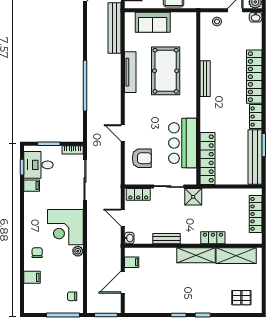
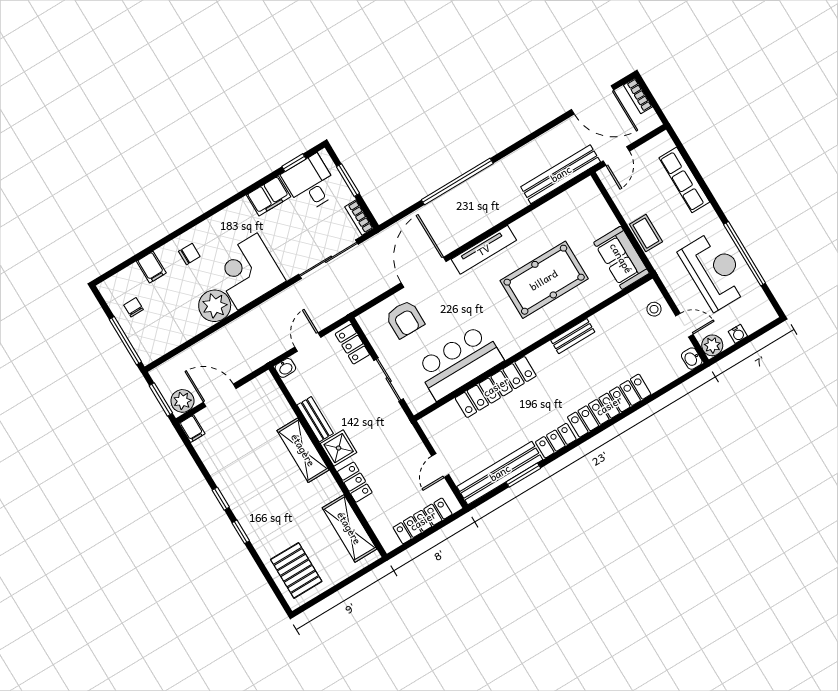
sofa: (153, 22) -> (621, 258), moved
tv unit: (130, 72) -> (484, 250), moved
bench: (205, 79) -> (573, 336), width x0.73
door: (123, 133) -> (424, 272), width x1.87
locker: (208, 159) -> (496, 387), moved
filing cabinet: (32, 186) -> (269, 196), width x2.00
door: (232, 187) -> (440, 465), added
shower: (193, 197) -> (339, 448), moved
plant: (78, 251) -> (215, 306), width x1.87, depth x1.87
shelving: (196, 255) -> (303, 450), moved
filing cabinet: (132, 262) -> (192, 429), moved
chair: (72, 296) -> (134, 307), moved
pallet: (241, 298) -> (296, 570), width x1.50, depth x1.42
plant: (114, 304) -> (182, 401), added

